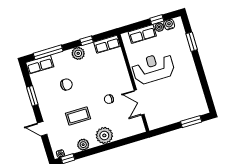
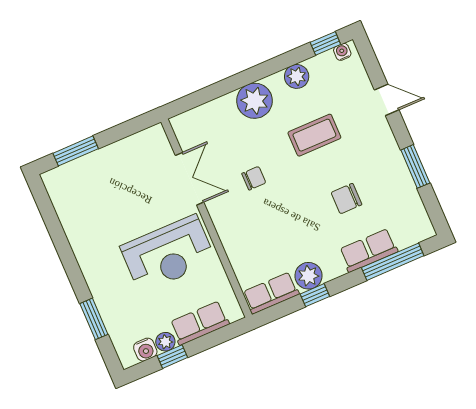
plant: (78, 53) -> (308, 276), moved
row of seats: (40, 65) -> (369, 250), moved

